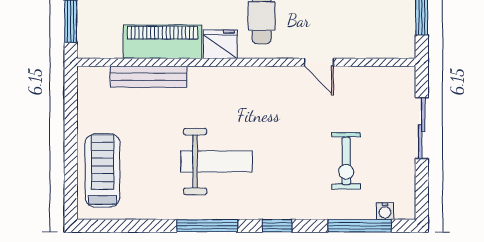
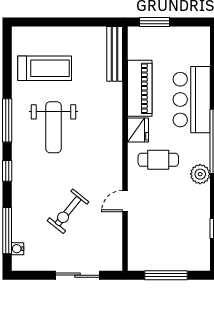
bench: (149, 77) -> (115, 54), moved
exercise bike: (346, 161) -> (68, 211), moved, turned -51
treadmill: (103, 170) -> (45, 68), moved

